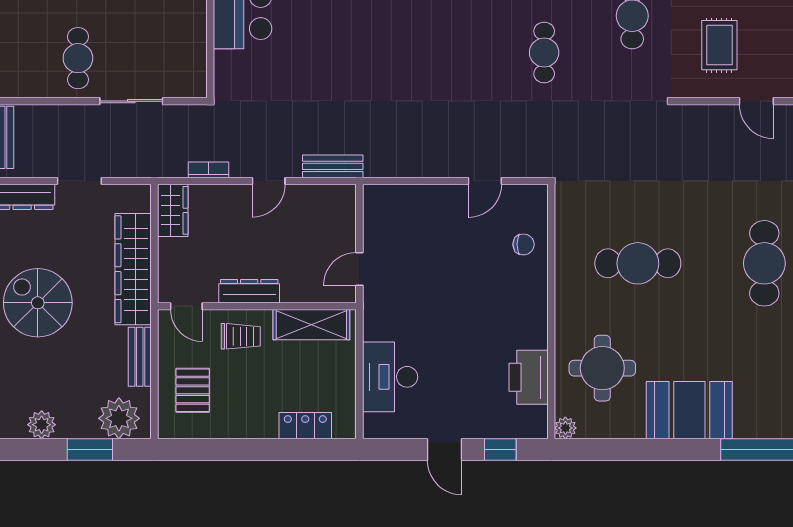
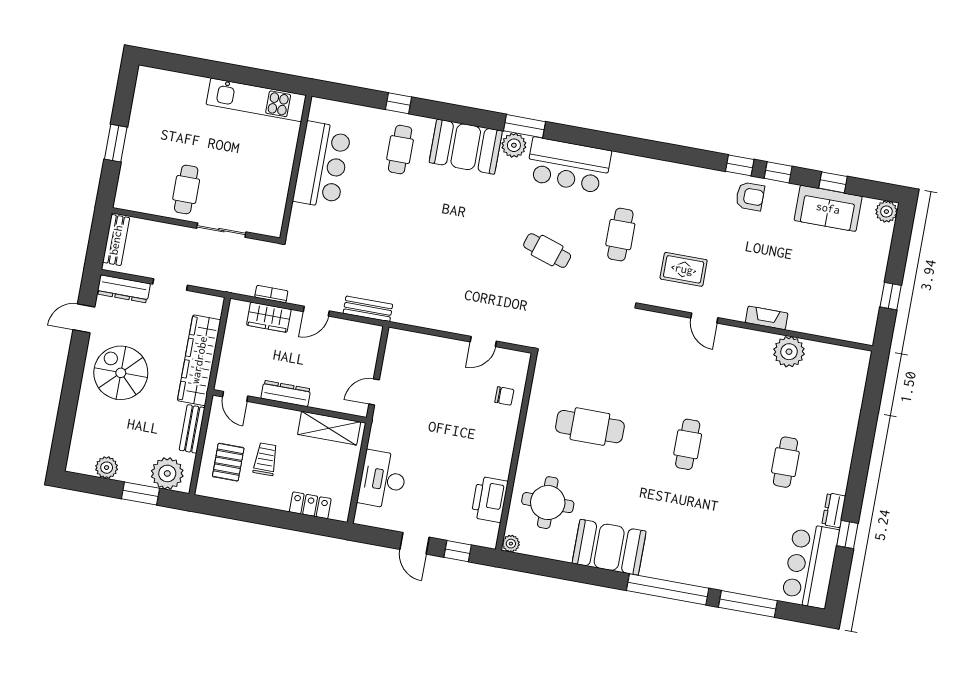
rug: (719, 45) -> (684, 269), turned 90
cafe table: (544, 53) -> (547, 251), turned -72
wardrobe: (173, 210) -> (269, 317), moved, turned 90
cafe table: (764, 263) -> (688, 444), width x0.73, depth x0.74
trolley: (241, 336) -> (265, 459), moved, turned -90

